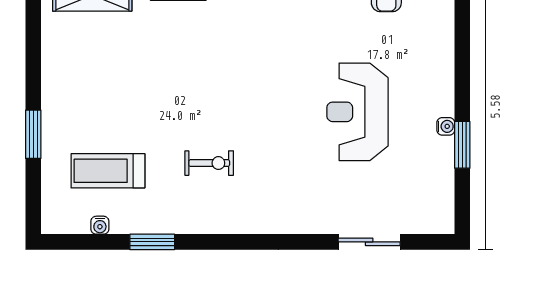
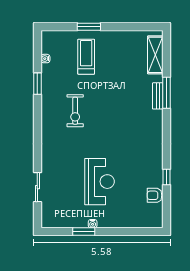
reception desk: (358, 112) -> (100, 182), turned 90
exercise bike: (209, 163) -> (75, 111), width x1.38, depth x1.39
treadmill: (108, 171) -> (86, 57), moved

